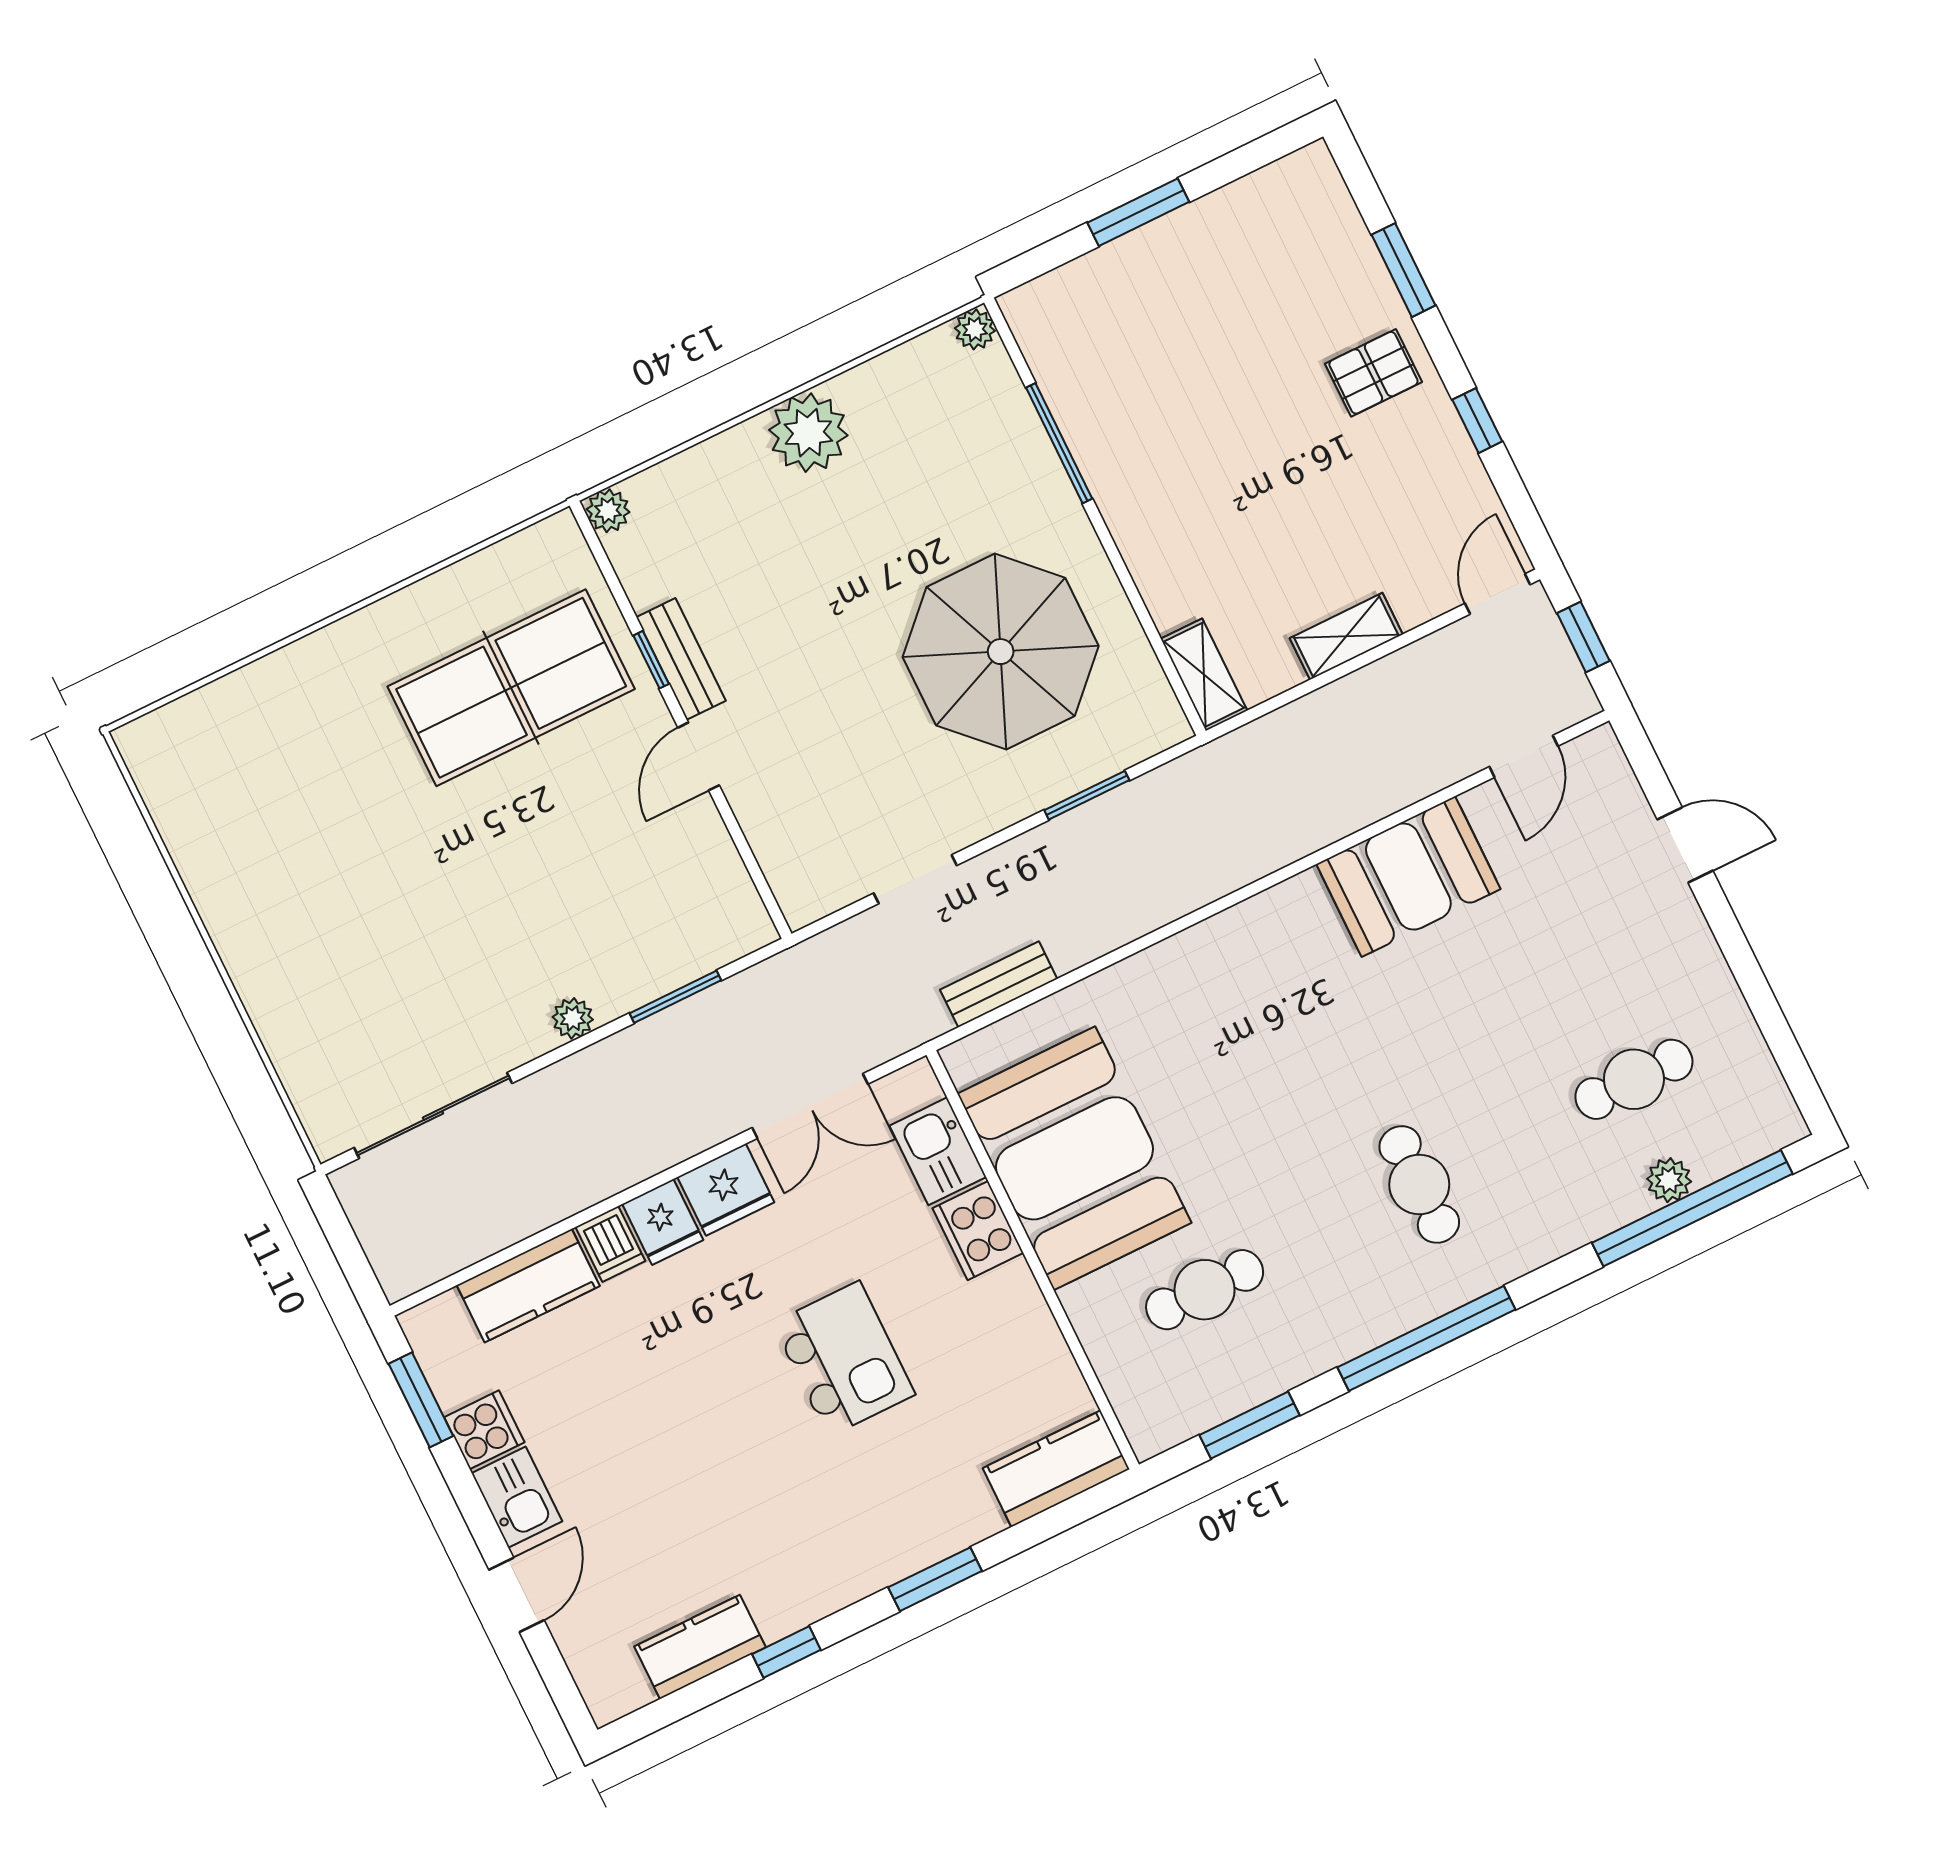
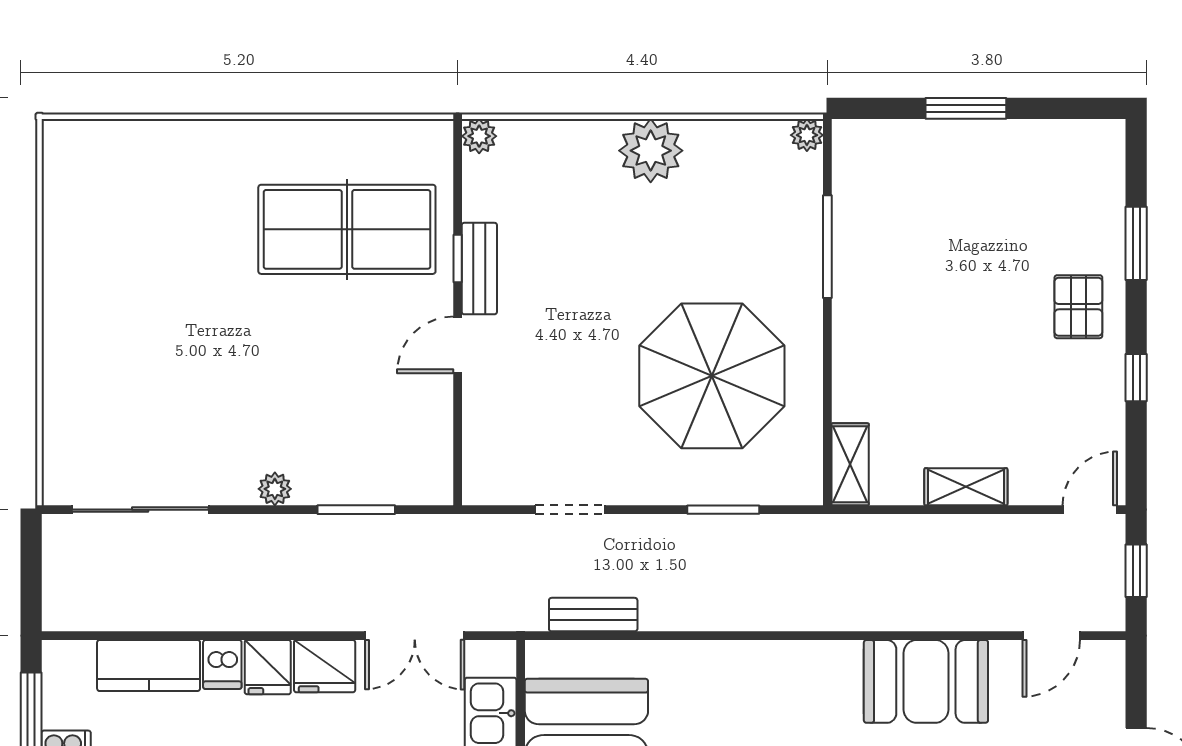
pallet: (1373, 373) -> (1078, 307), turned 90

